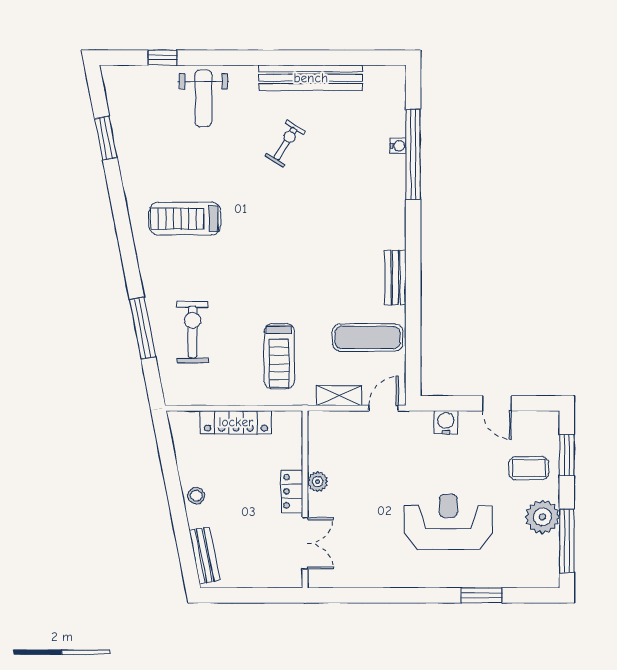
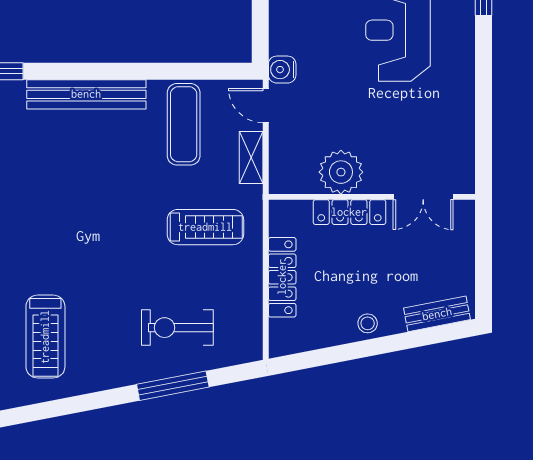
bench: (395, 278) -> (86, 94), width x1.86, depth x1.21
water cooler: (446, 422) -> (282, 70), moved
plant: (318, 482) -> (341, 172), width x1.88, depth x1.88
locker: (292, 491) -> (349, 212), width x1.53
double door: (305, 543) -> (423, 197), swing flipped

